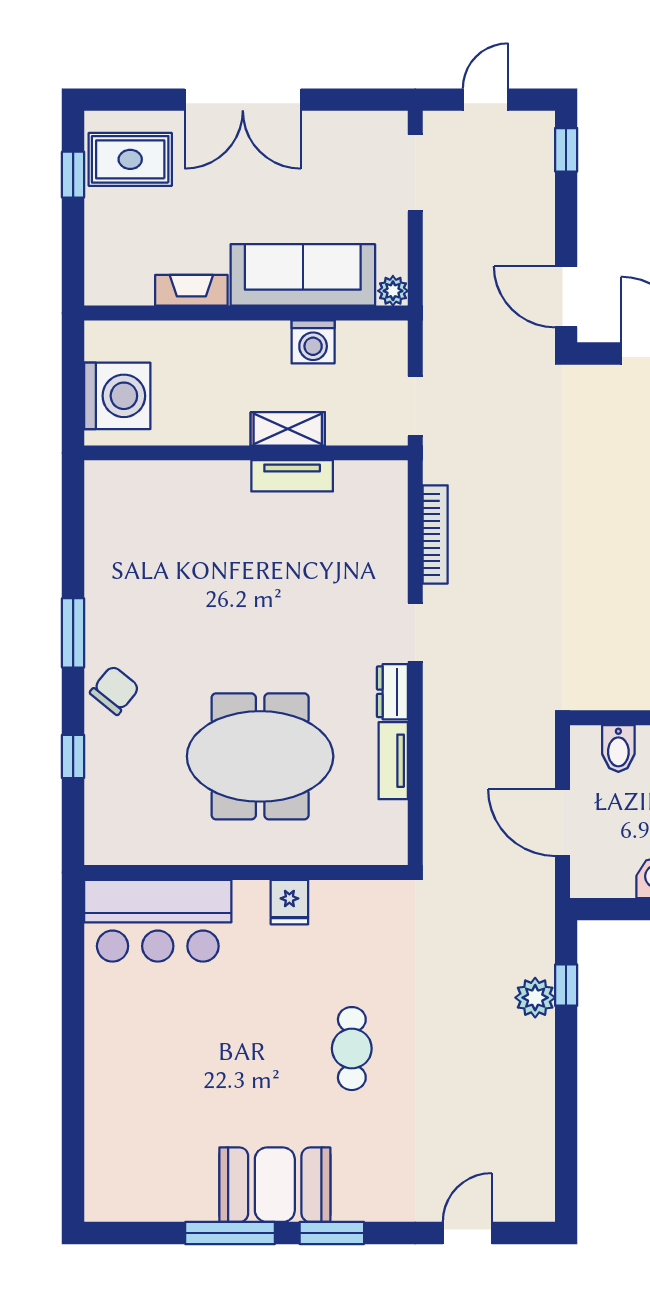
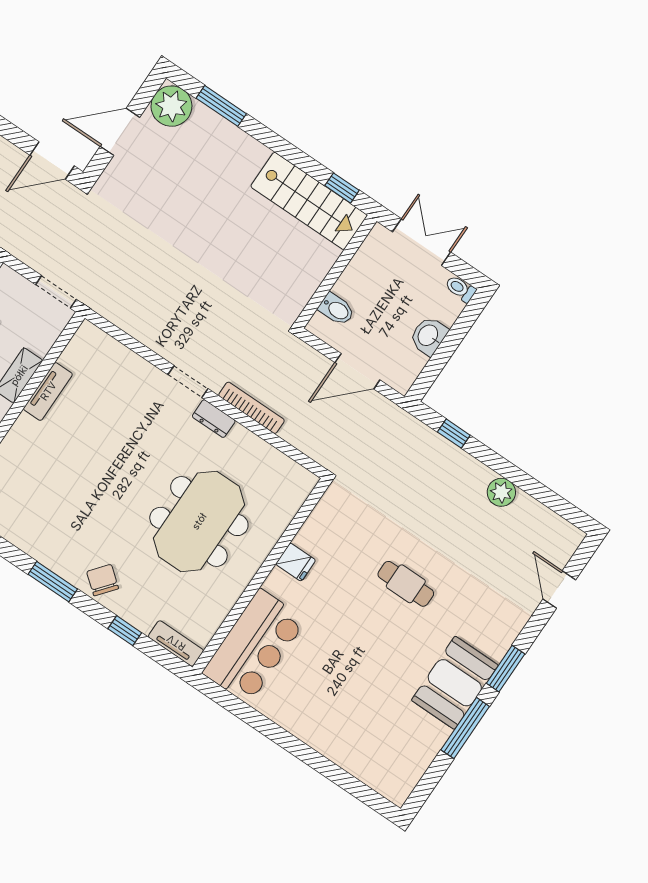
bookcase: (435, 534) -> (251, 408), moved
tv unit: (393, 761) -> (176, 643), moved, turned 180
plant: (535, 998) -> (501, 492), moved

